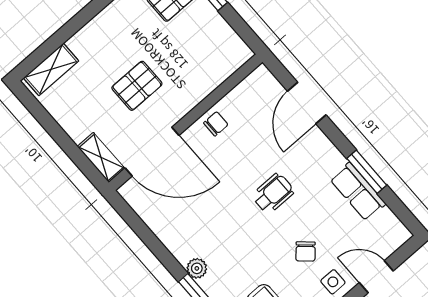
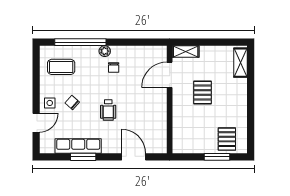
chair: (216, 124) -> (114, 67), moved
door: (152, 152) -> (170, 75), width x0.73
row of seats: (358, 192) -> (78, 146), width x1.48

